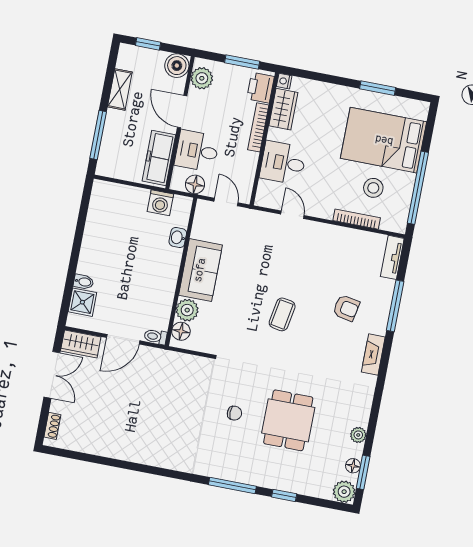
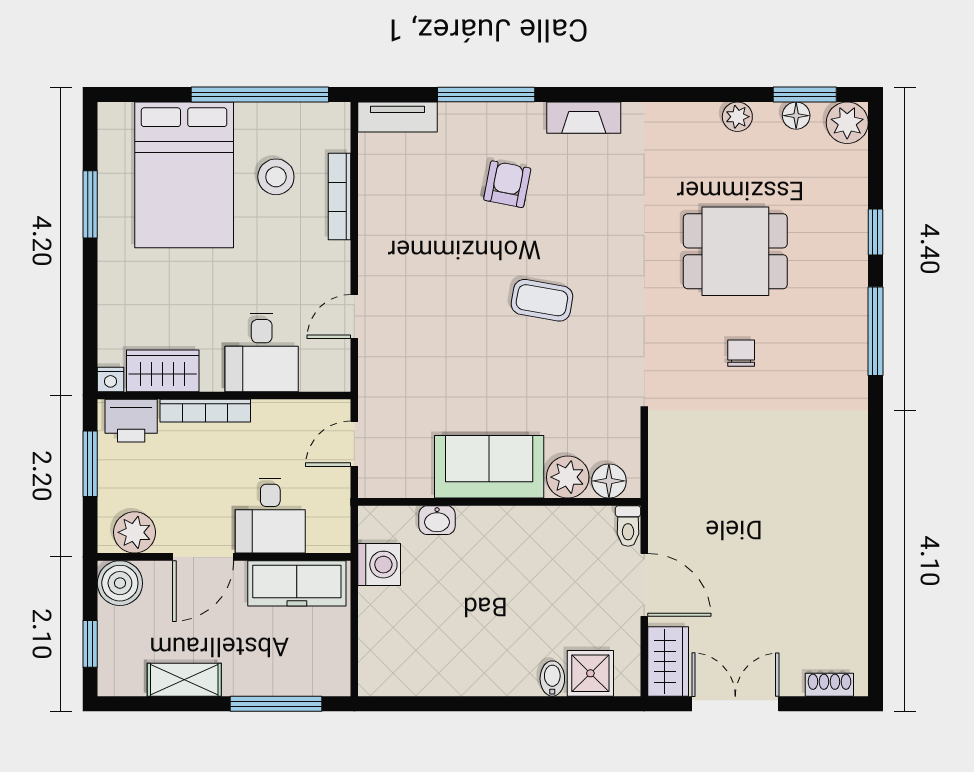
floor lamp: (195, 184) -> (333, 507), removed

